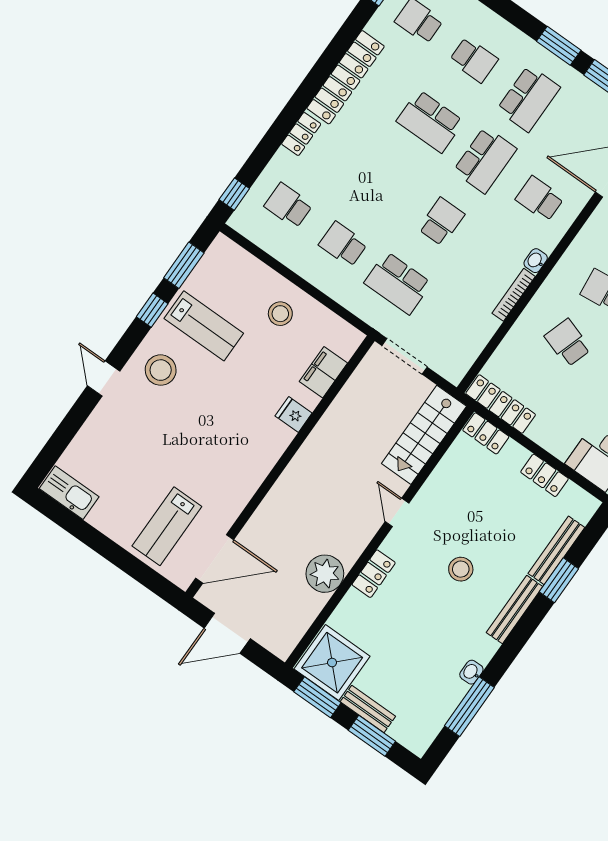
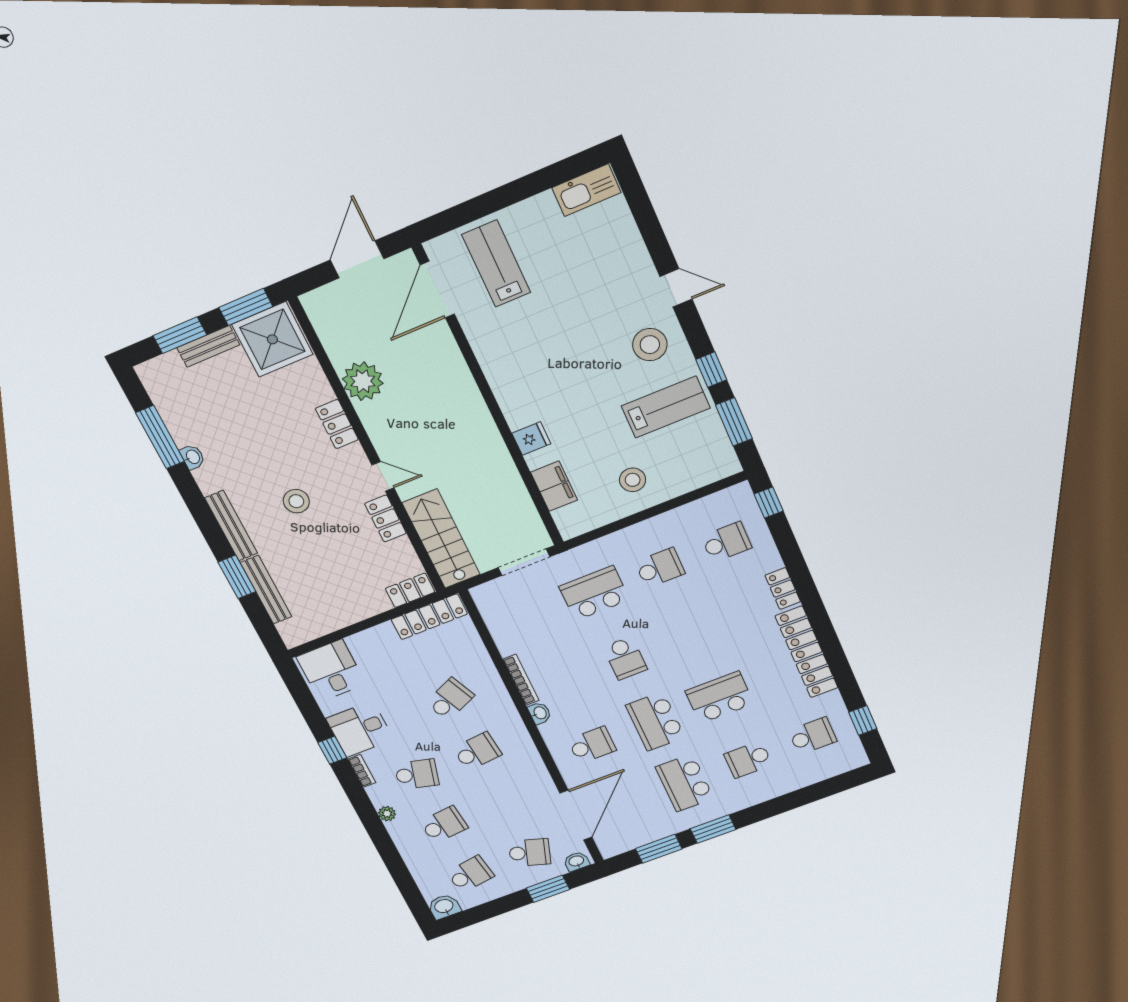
lab bench: (204, 326) -> (666, 407), turned 180
school desk: (568, 343) -> (450, 699), turned -42
locker: (545, 475) -> (385, 518), moved, turned -90

